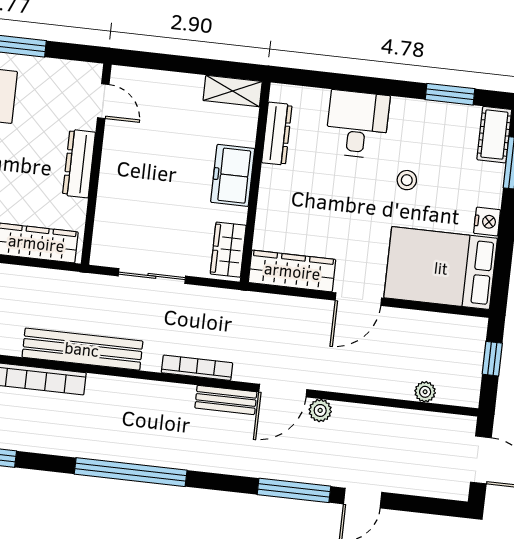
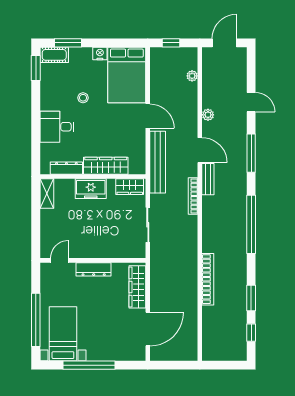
window: (450, 94) -> (36, 68), moved
wardrobe: (292, 271) -> (106, 166), moved, turned 90
bench: (82, 349) -> (158, 162), moved
plant: (320, 410) -> (208, 115), moved
window: (294, 490) -> (251, 153), moved

